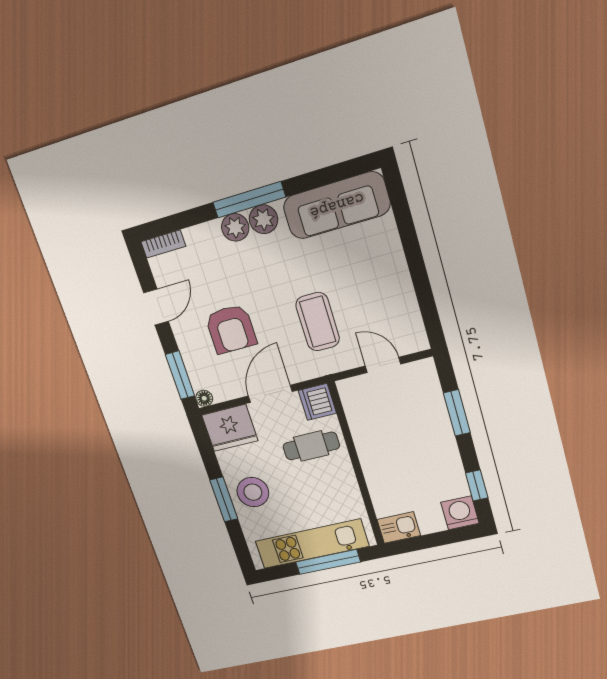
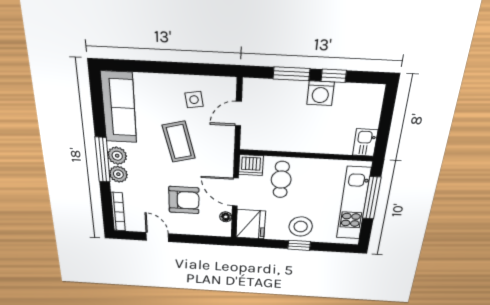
bookcase: (163, 244) -> (118, 212), width x1.56
side table: (382, 303) -> (194, 100), added
coffee table: (318, 322) -> (179, 142), moved, turned 76
window: (180, 375) -> (205, 240), removed
floor lamp: (204, 398) -> (226, 217), moved
window: (477, 485) -> (334, 76), moved
window: (224, 499) -> (299, 245), width x0.67
washing machine: (460, 513) -> (321, 93), moved, turned -90

